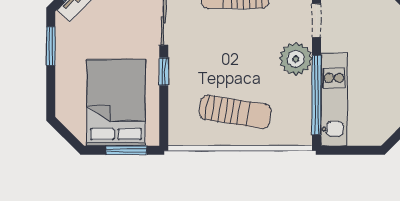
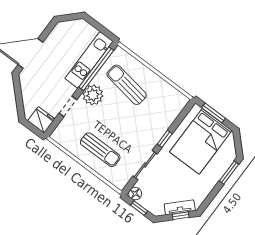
window: (51, 46) -> (229, 173), moved
sun lounger: (235, 112) -> (127, 85), moved

